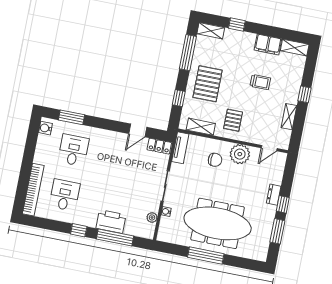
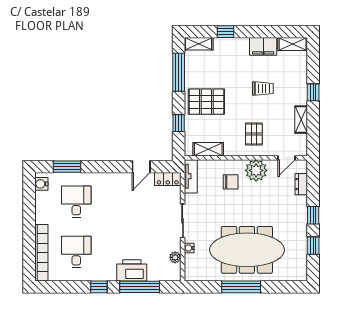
pallet: (208, 84) -> (206, 102), turned 90
pallet: (233, 120) -> (254, 134), moved
dresser: (274, 195) -> (301, 184), moved
window: (277, 231) -> (313, 246), width x0.67

